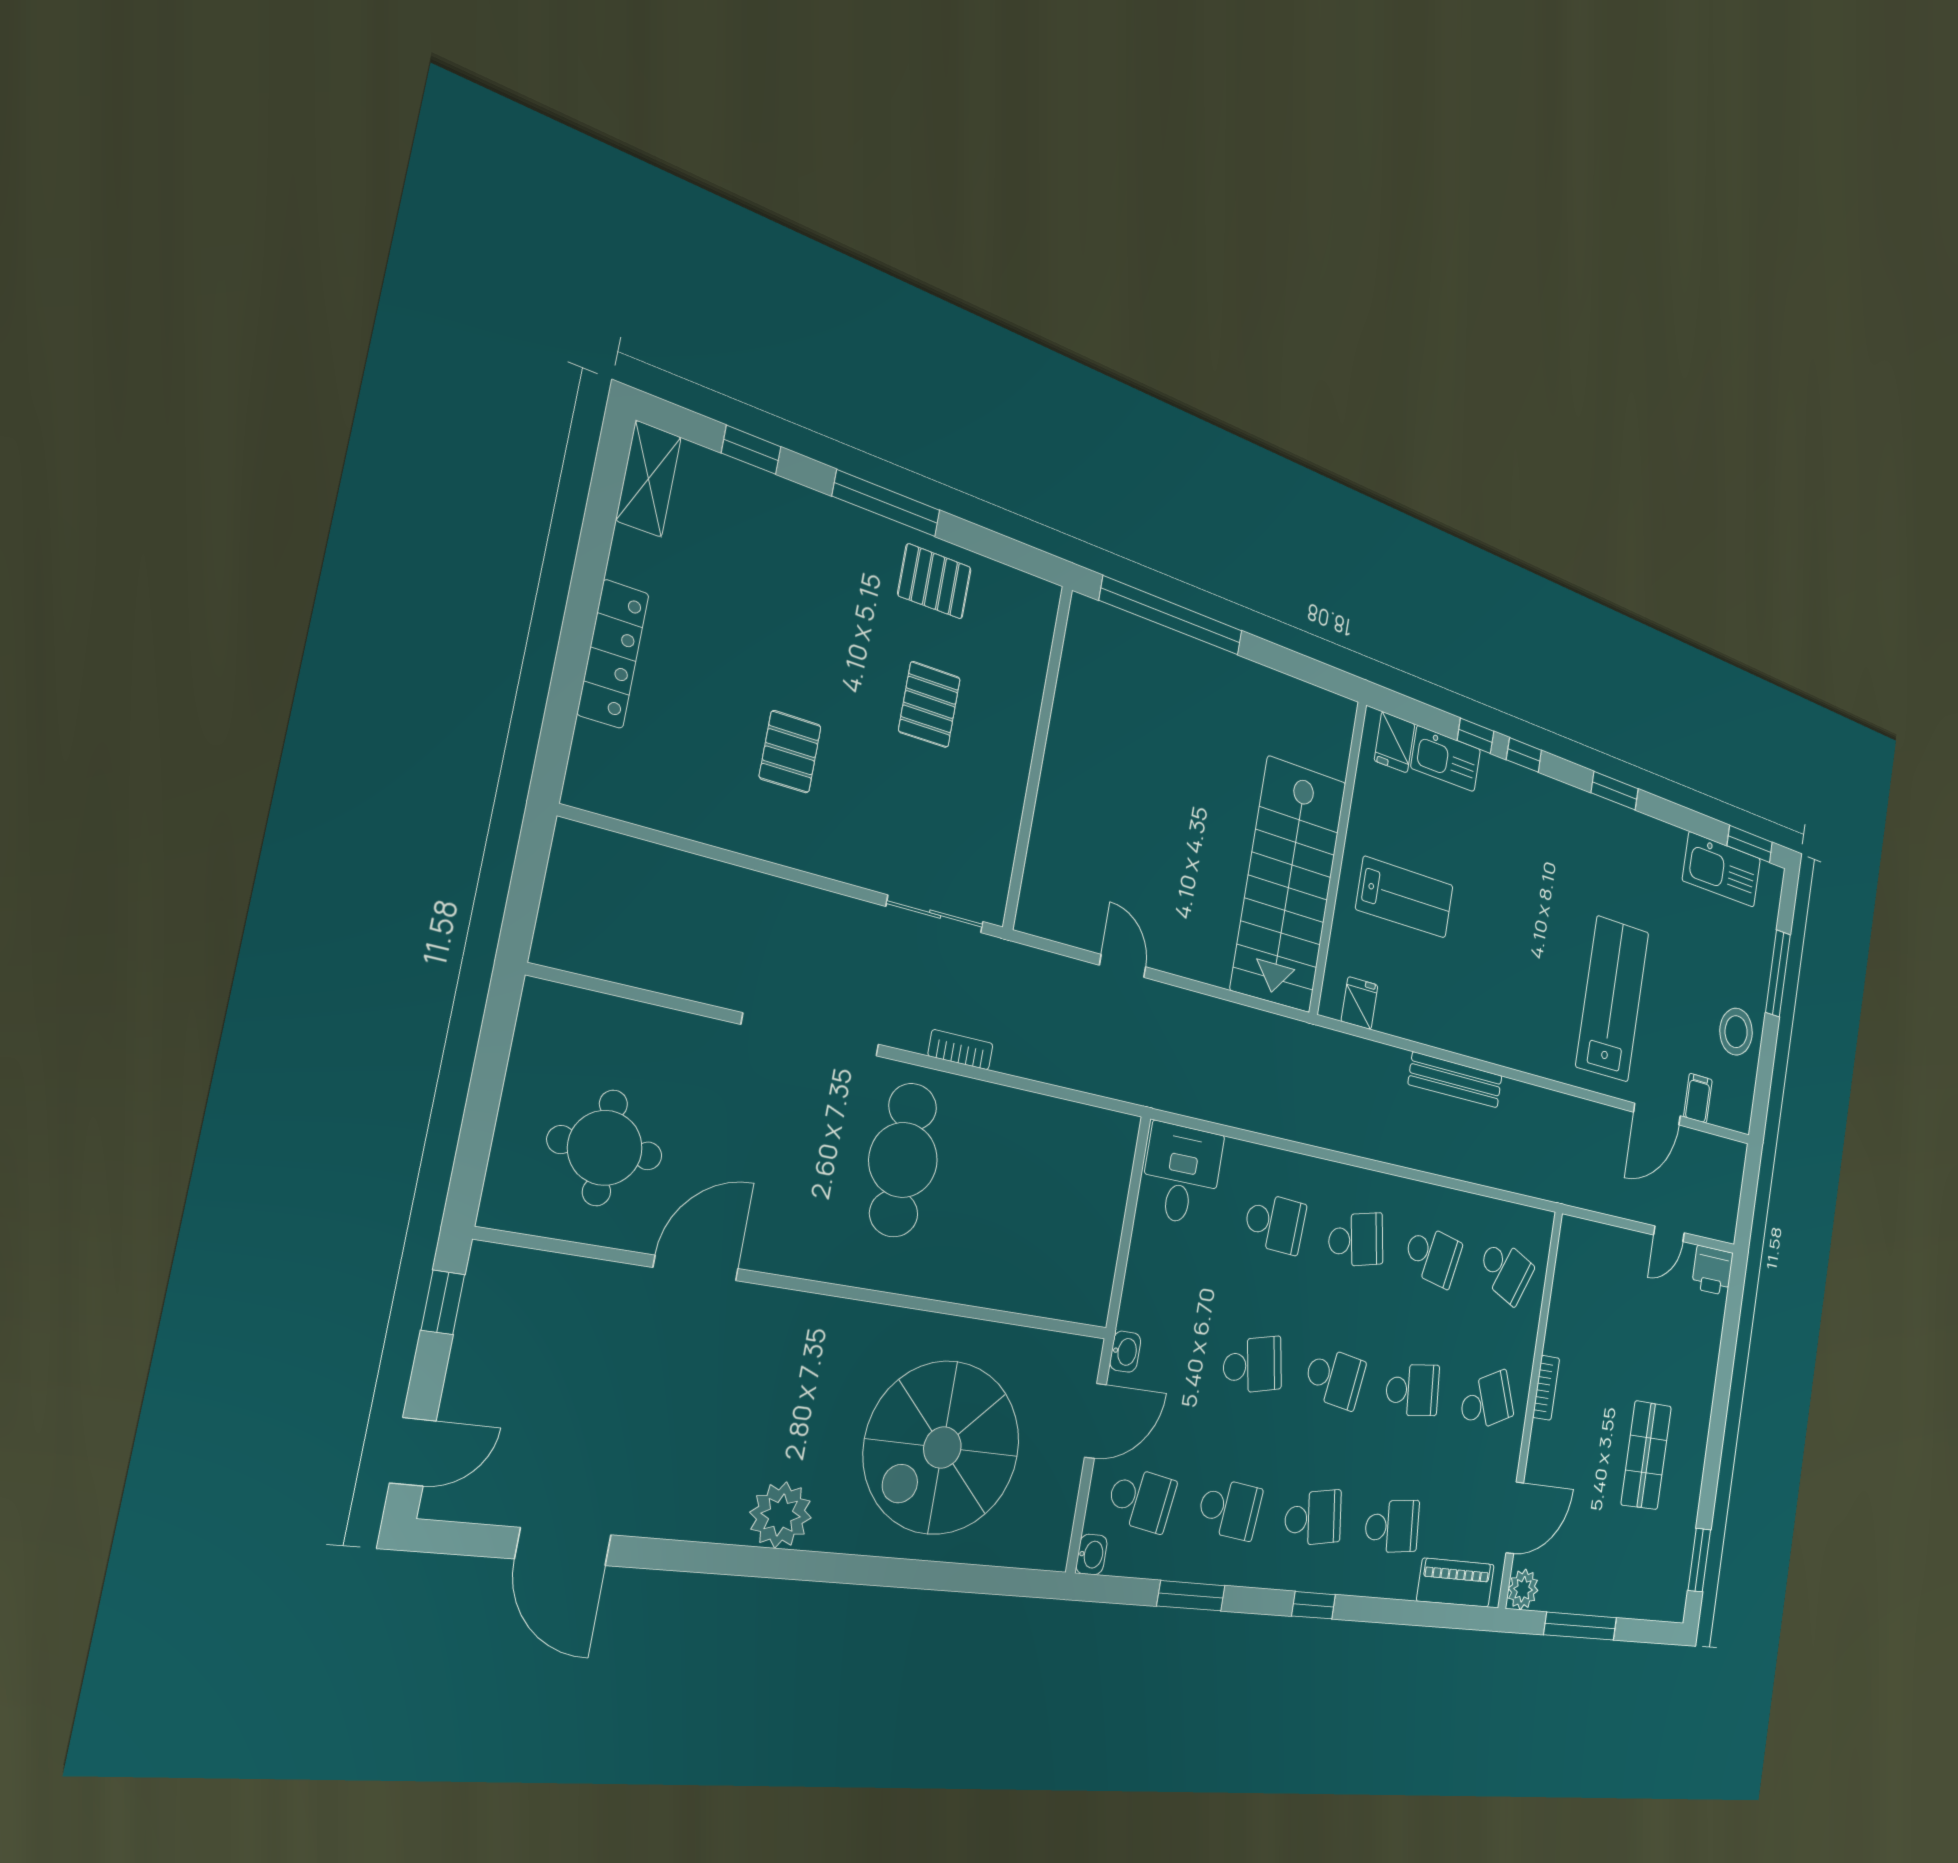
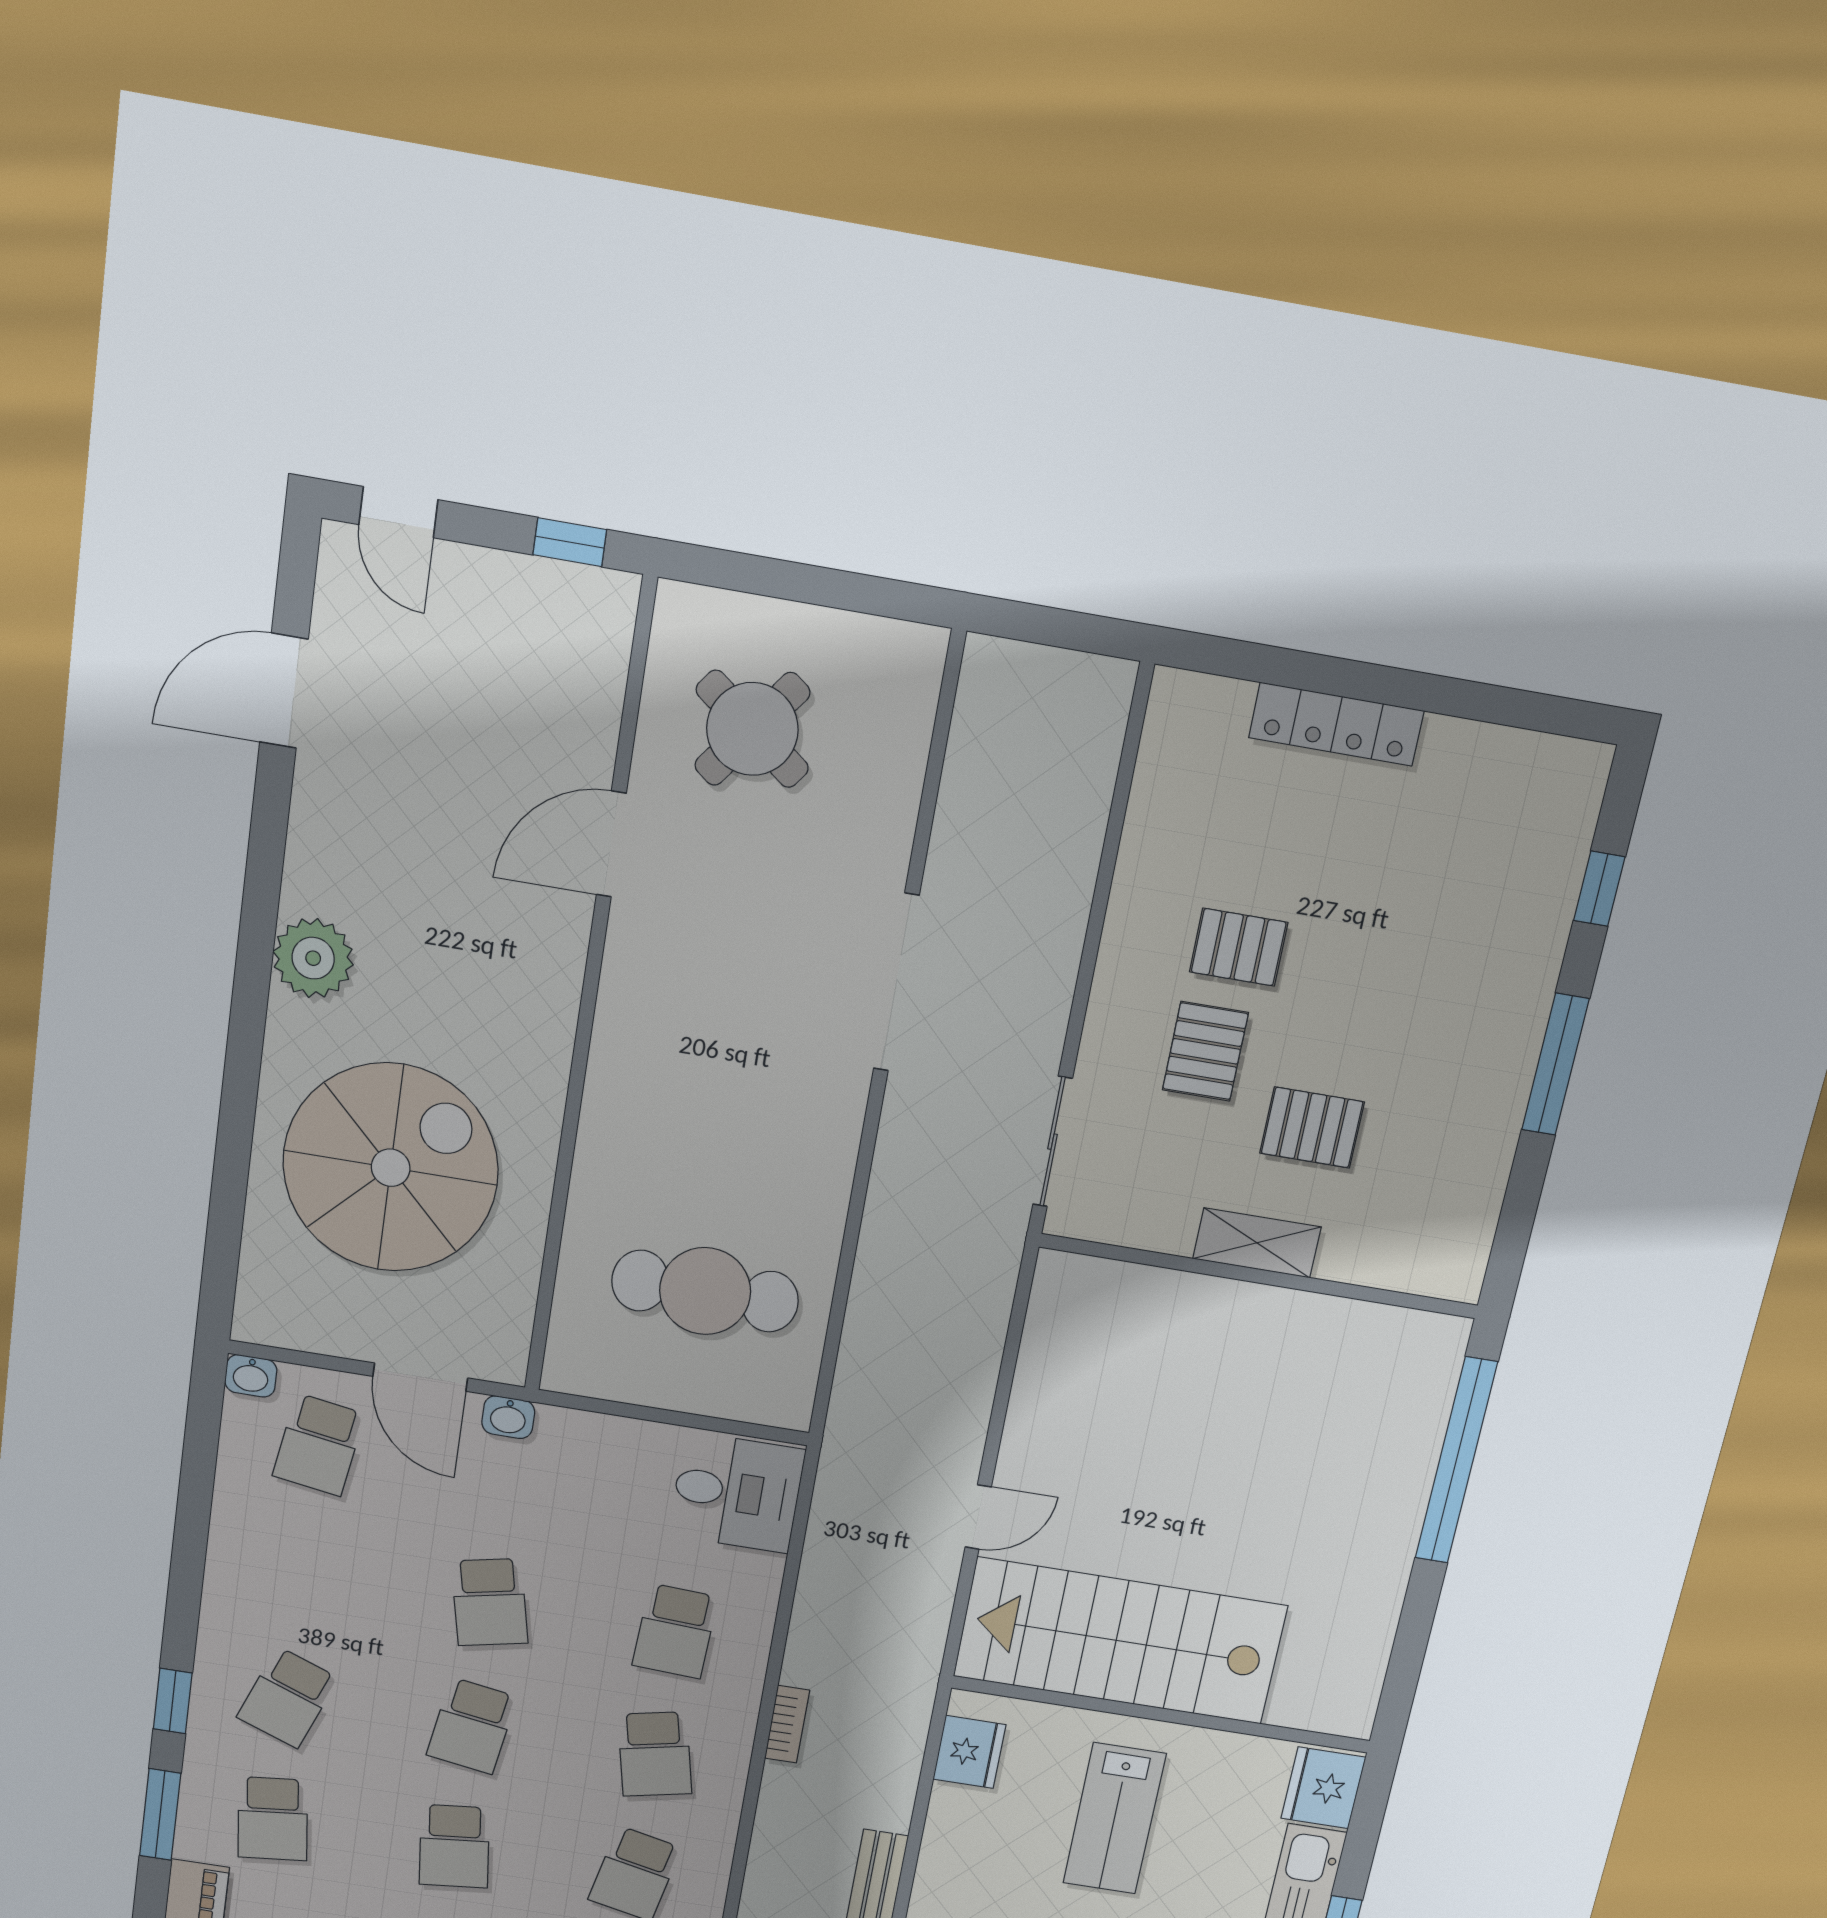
shelving: (649, 479) -> (1257, 1243), moved
pallet: (934, 581) -> (1205, 1051), moved
fridge: (1395, 742) -> (1323, 1788), width x1.38
door: (1123, 966) -> (978, 1517), moved
fridge: (1360, 1003) -> (969, 1752), width x1.38
bookcase: (960, 1050) -> (787, 1724), moved
round table: (605, 1148) -> (752, 729), turned 37
cafe table: (903, 1160) -> (705, 1291), moved
door: (696, 1268) -> (611, 844), swing flipped
spiral stairs: (942, 1448) -> (391, 1168), turned 90
school desk: (1230, 1509) -> (303, 1573), removed
school desk: (1313, 1518) -> (288, 1698), turned 30
window: (1191, 1596) -> (160, 1814), moved

